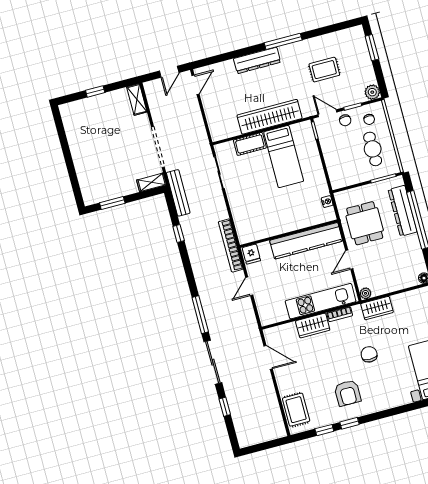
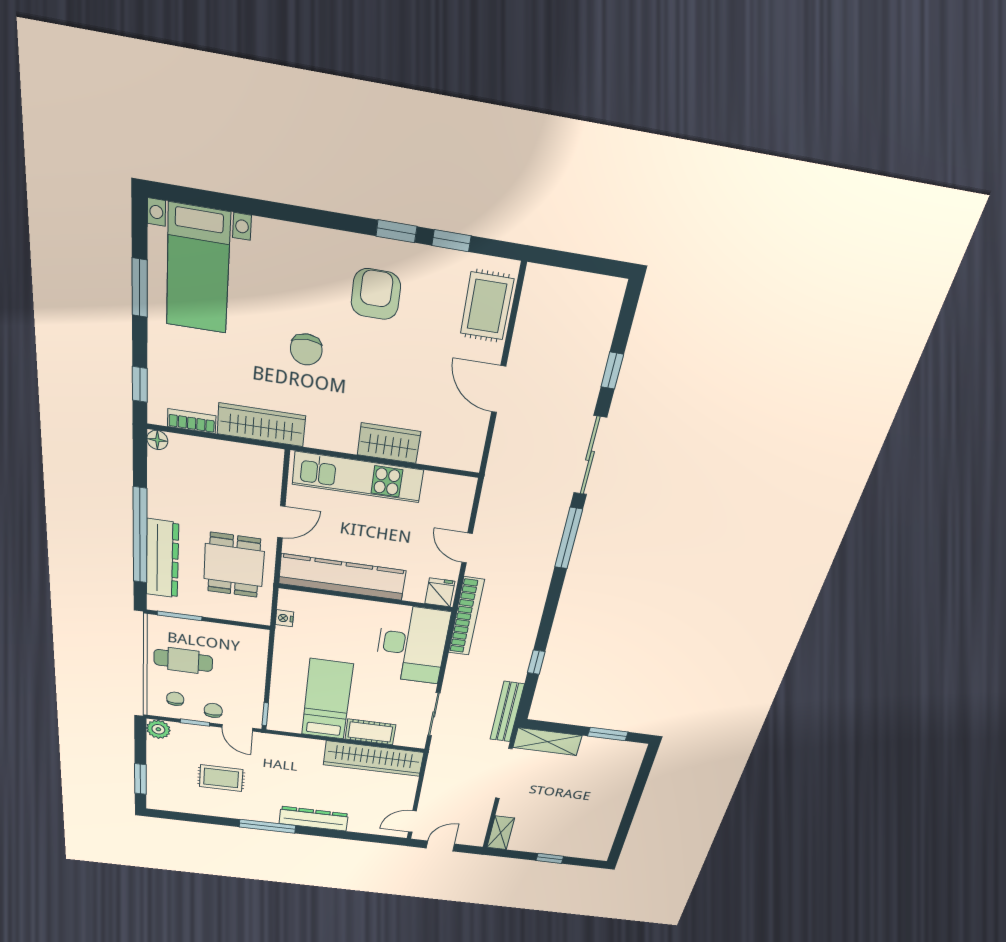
wardrobe: (270, 117) -> (373, 759), moved
cafe table: (373, 149) -> (183, 660), turned 90
shelving: (152, 182) -> (547, 742), width x1.50, depth x1.33
desk: (252, 215) -> (412, 644), added
door: (249, 286) -> (467, 548), swing flipped
plant: (366, 293) -> (273, 458), removed
wardrobe: (377, 308) -> (261, 425), width x1.50
bookcase: (340, 314) -> (192, 421), moved
door: (268, 357) -> (499, 389), moved

